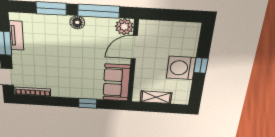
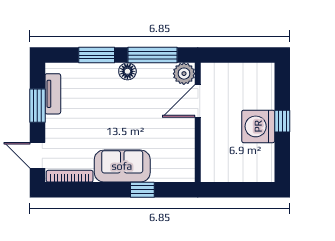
sofa: (116, 83) -> (122, 166), moved, turned 90
shelving: (156, 97) -> (231, 173), removed

